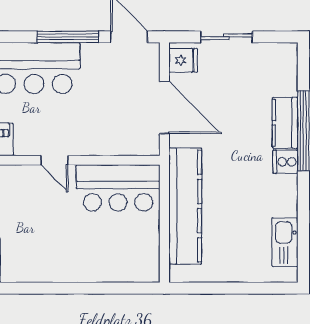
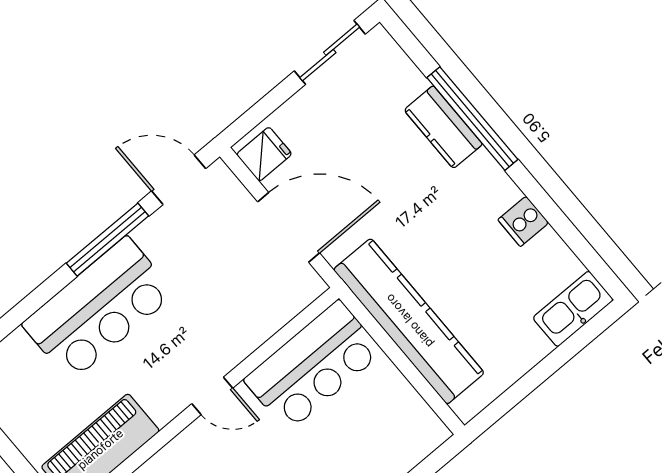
sliding door: (226, 37) -> (330, 52), moved
cooker: (285, 162) -> (523, 221), moved
kitchen sink: (285, 242) -> (573, 309), moved, turned 90

